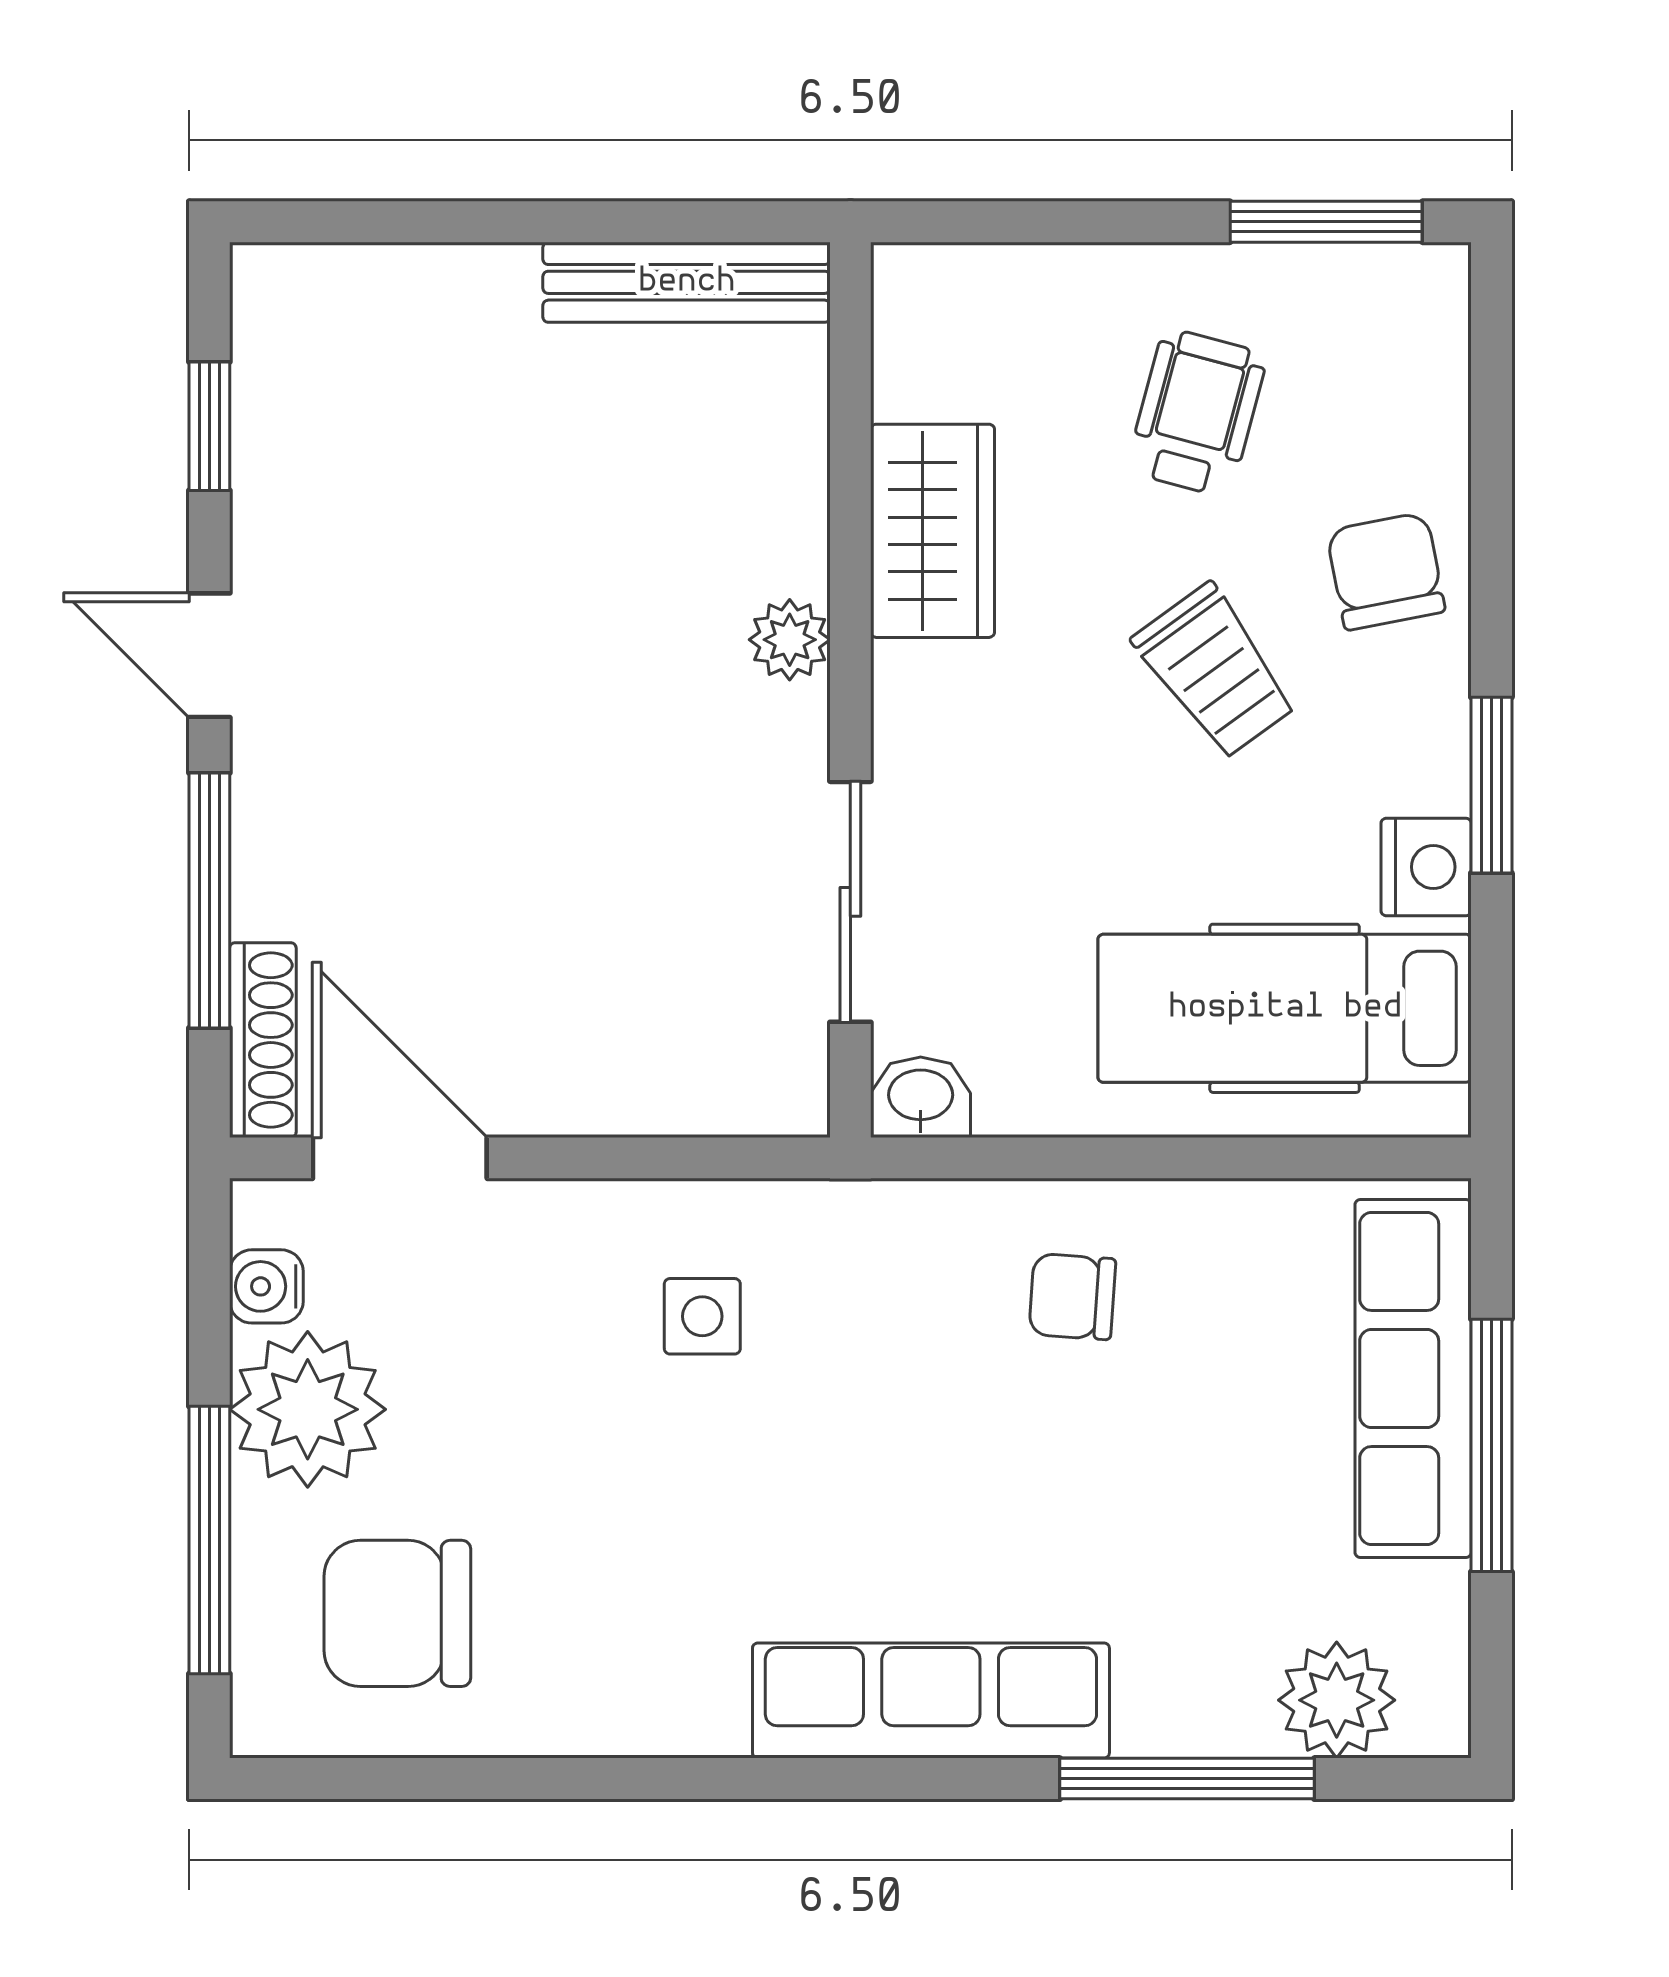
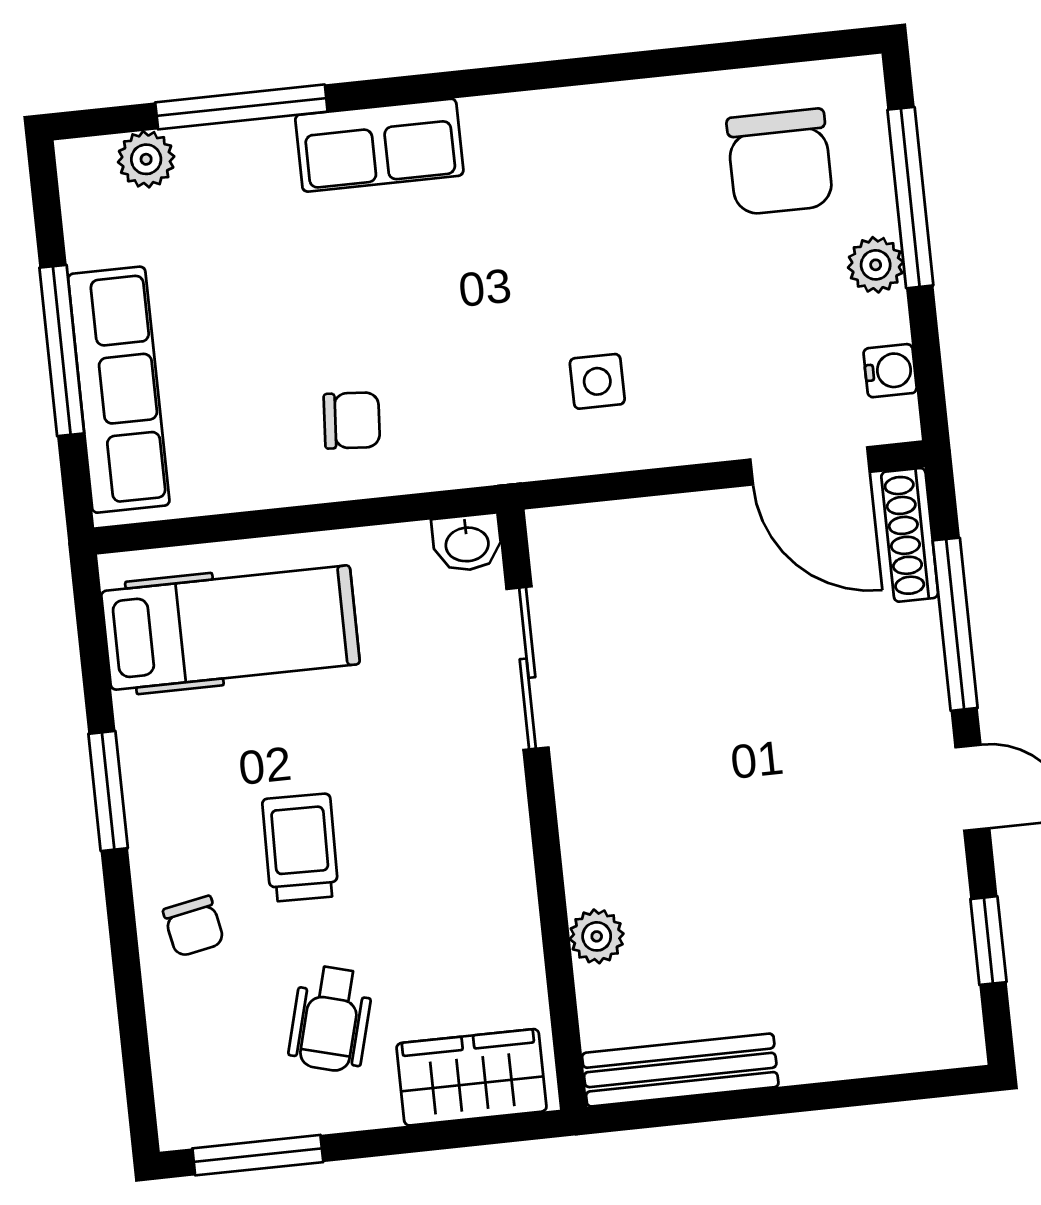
wardrobe: (933, 531) -> (472, 1077), moved, turned 90
chair: (1386, 571) -> (194, 926), width x0.73, depth x0.73
plant: (790, 640) -> (597, 936), moved
trolley: (1215, 671) -> (300, 848), turned 37
nightstand: (1426, 867) -> (146, 732), removed
plant: (308, 1409) -> (876, 265), width x0.53, depth x0.53
chair: (397, 1613) -> (780, 162), turned 90
row of seats: (931, 1700) -> (379, 145), width x0.68
plant: (1337, 1700) -> (146, 159), width x0.73, depth x0.73

